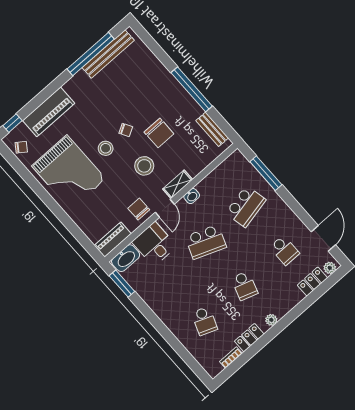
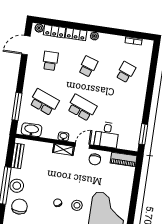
chair: (159, 133) -> (19, 207), moved
stool: (144, 166) -> (17, 186), moved
school desk: (246, 206) -> (44, 102), turned 33
washbasin: (126, 258) -> (32, 130), moved
locker: (249, 338) -> (76, 34), moved

